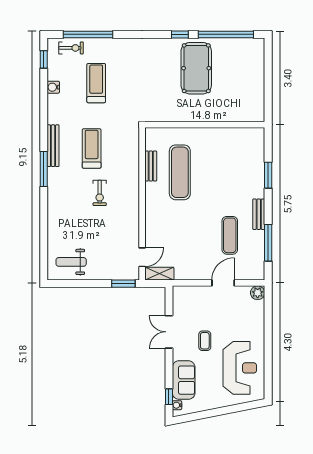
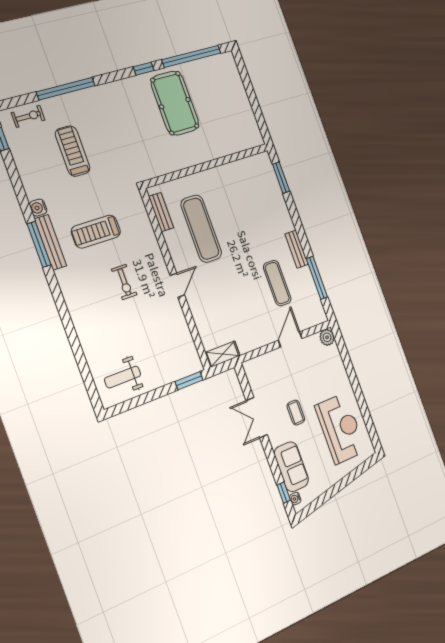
window: (88, 34) -> (66, 89), moved
water cooler: (53, 87) -> (38, 208), moved
treadmill: (92, 148) -> (96, 232), turned -90
bench: (151, 166) -> (161, 212), moved
window: (44, 169) -> (39, 244), moved
window: (268, 175) -> (281, 178), moved
door: (142, 257) -> (177, 285), moved

